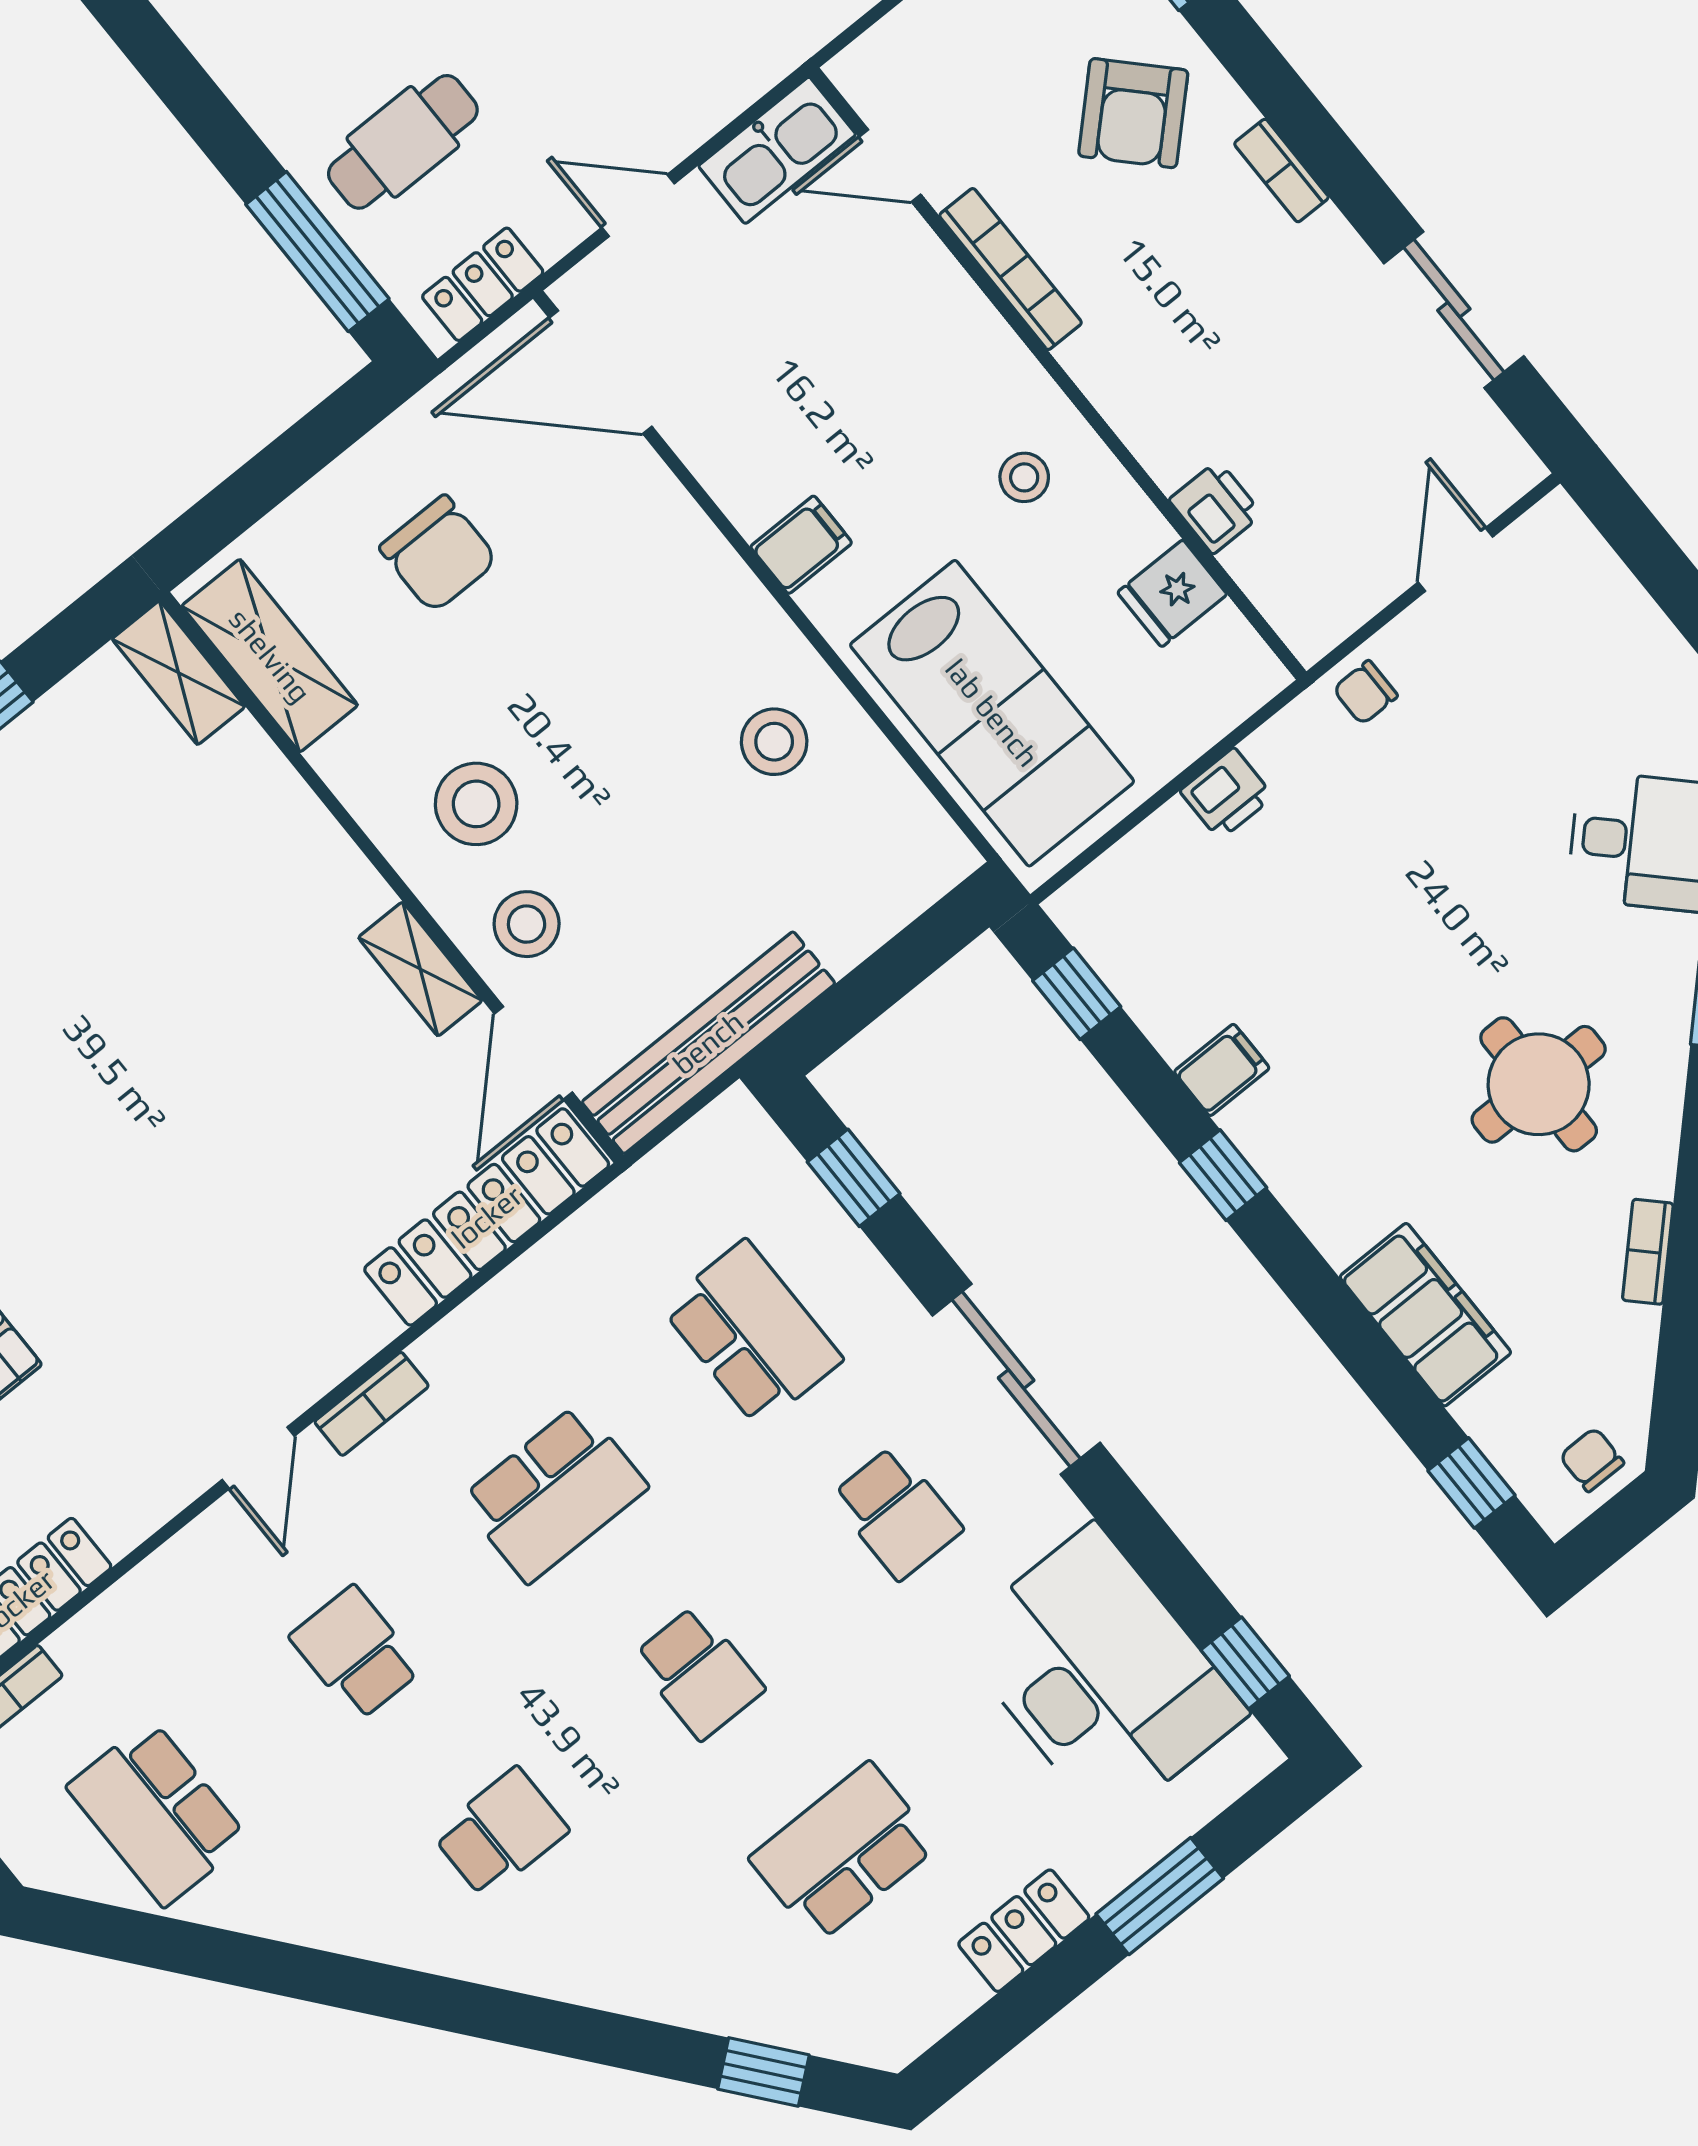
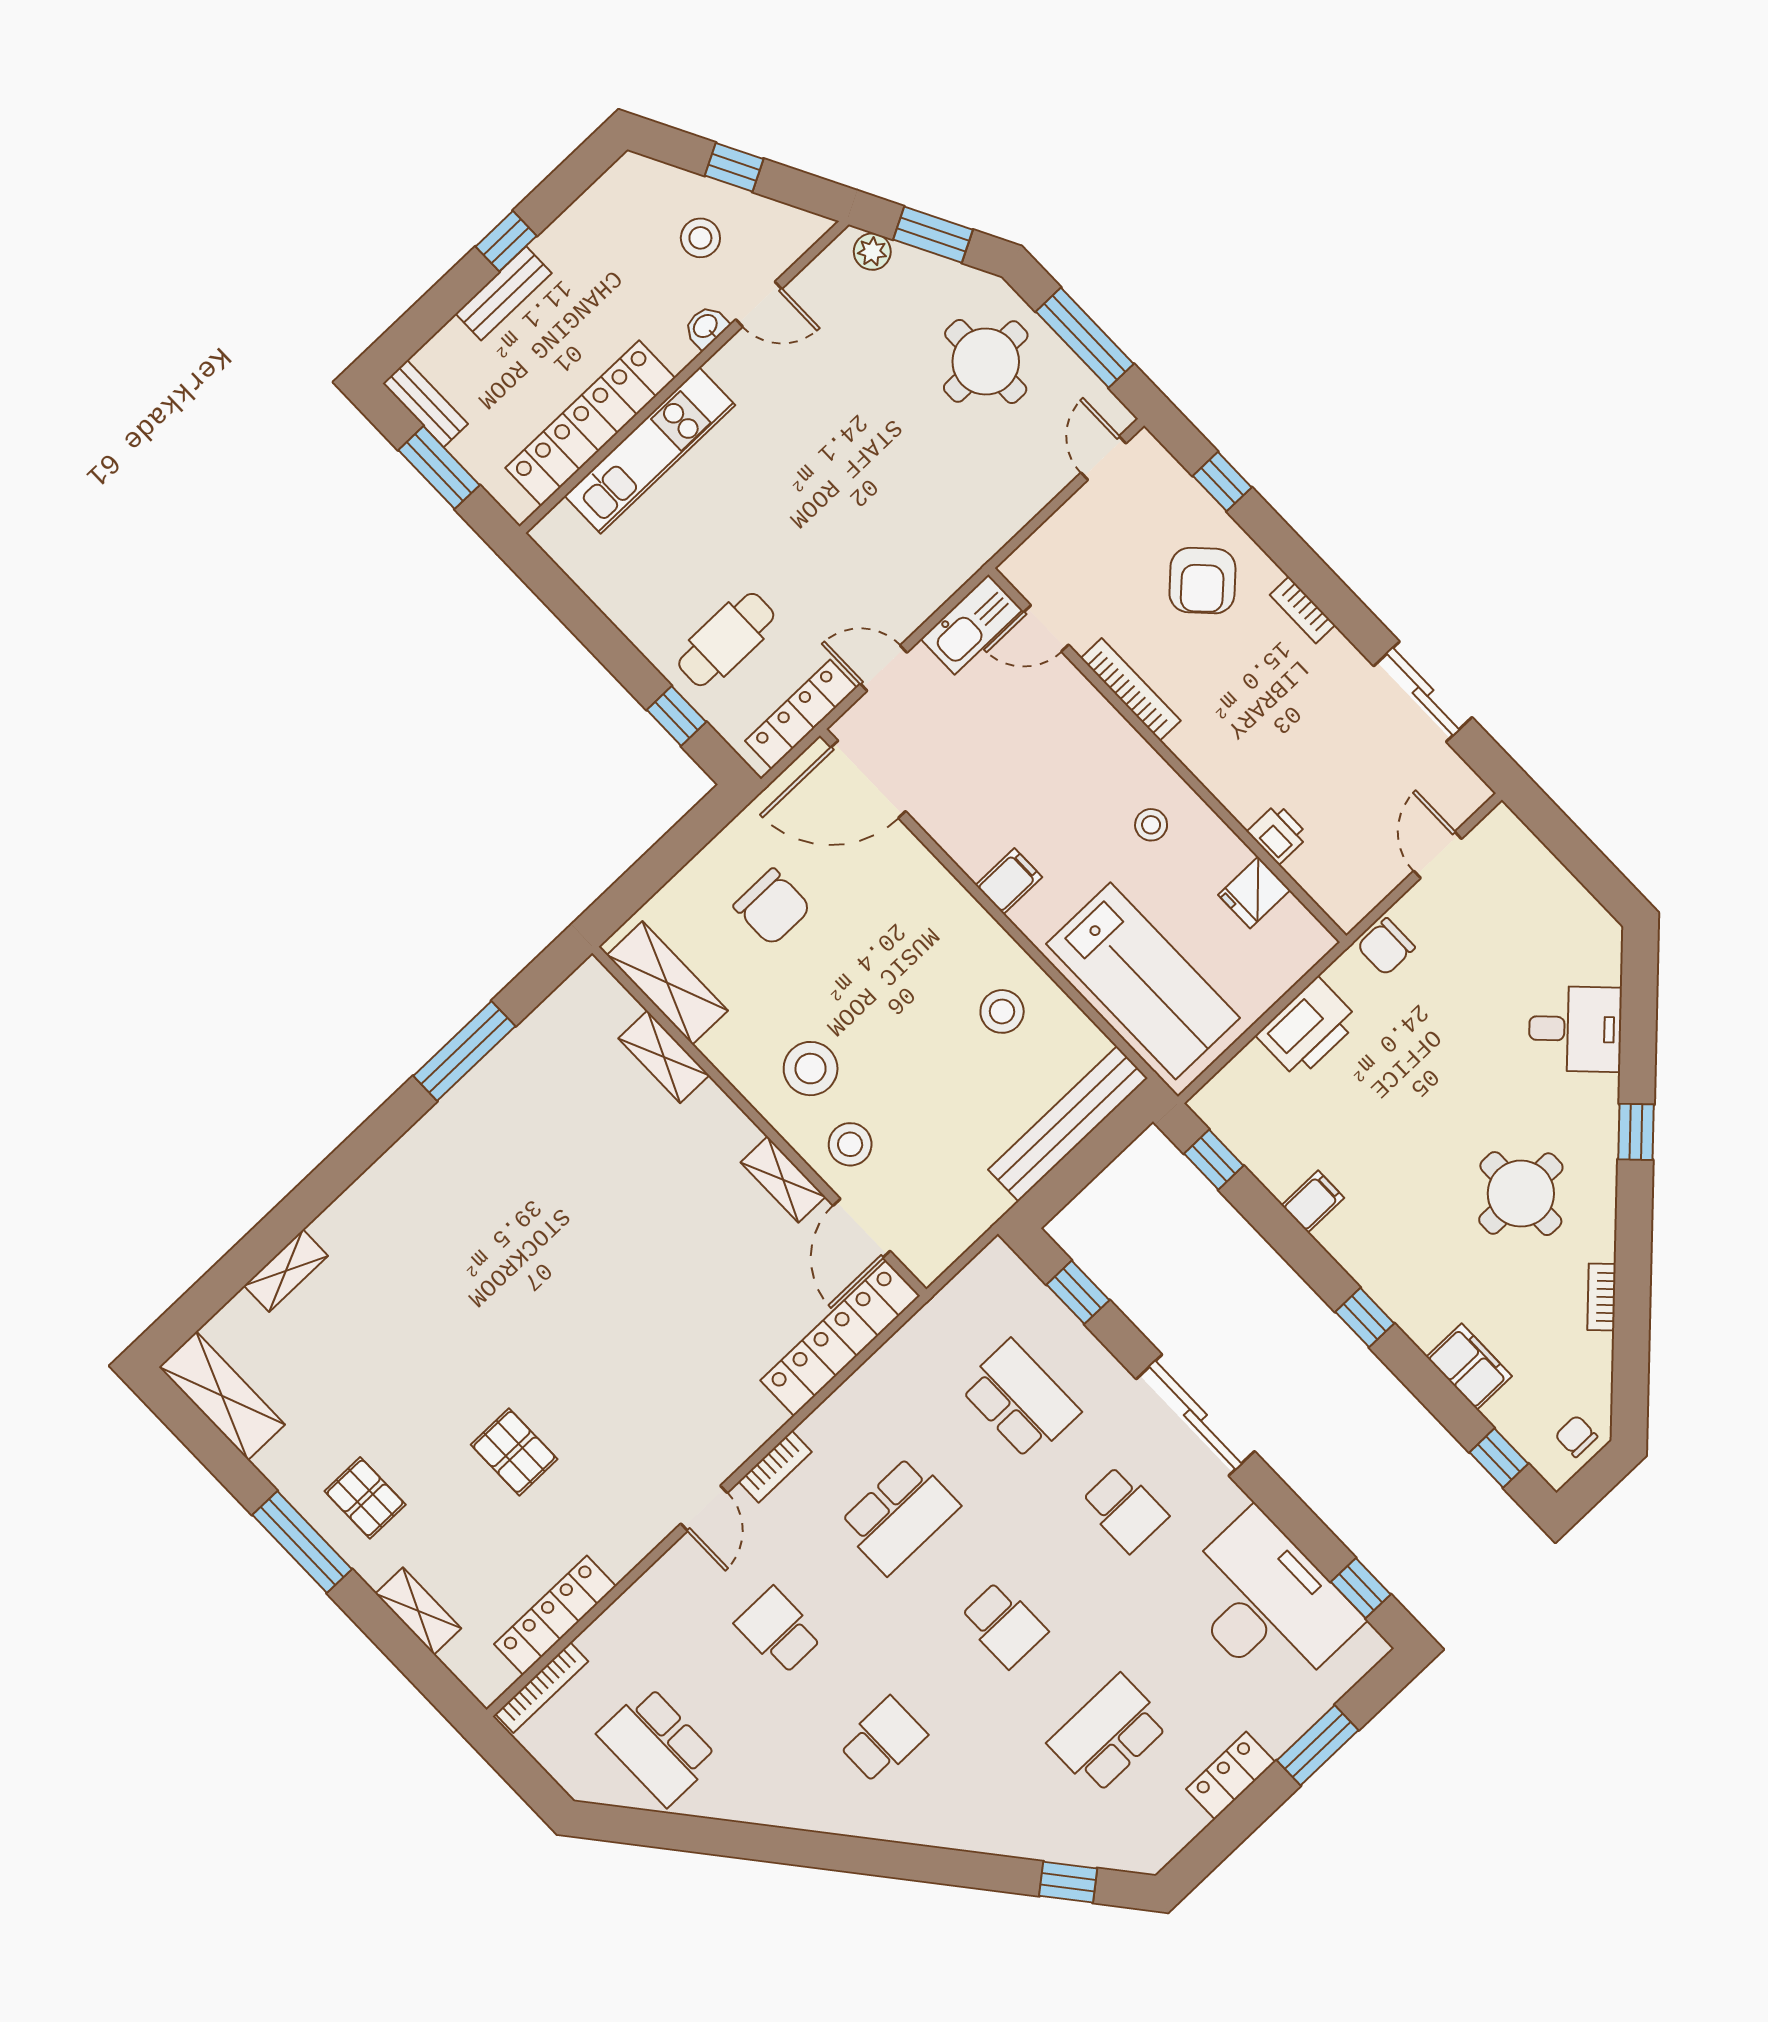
window: (317, 252) -> (676, 716), width x0.46
locker: (483, 284) -> (801, 714), width x1.53
shelving: (179, 673) -> (664, 1057), moved
chair: (1365, 692) -> (1386, 947), width x1.37, depth x1.37
printer: (1227, 794) -> (1308, 1028), width x1.87, depth x1.48
bench: (708, 1043) -> (1068, 1124), moved
window: (1223, 1175) -> (1365, 1318), moved
filing cabinet: (1425, 1315) -> (1469, 1367), width x0.67, depth x0.86

